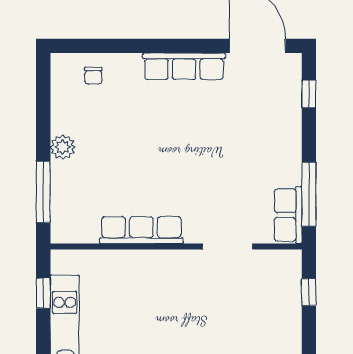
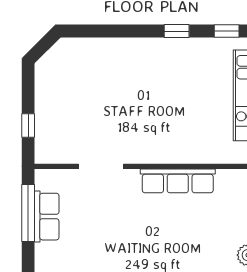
row of seats: (288, 215) -> (47, 217), moved

